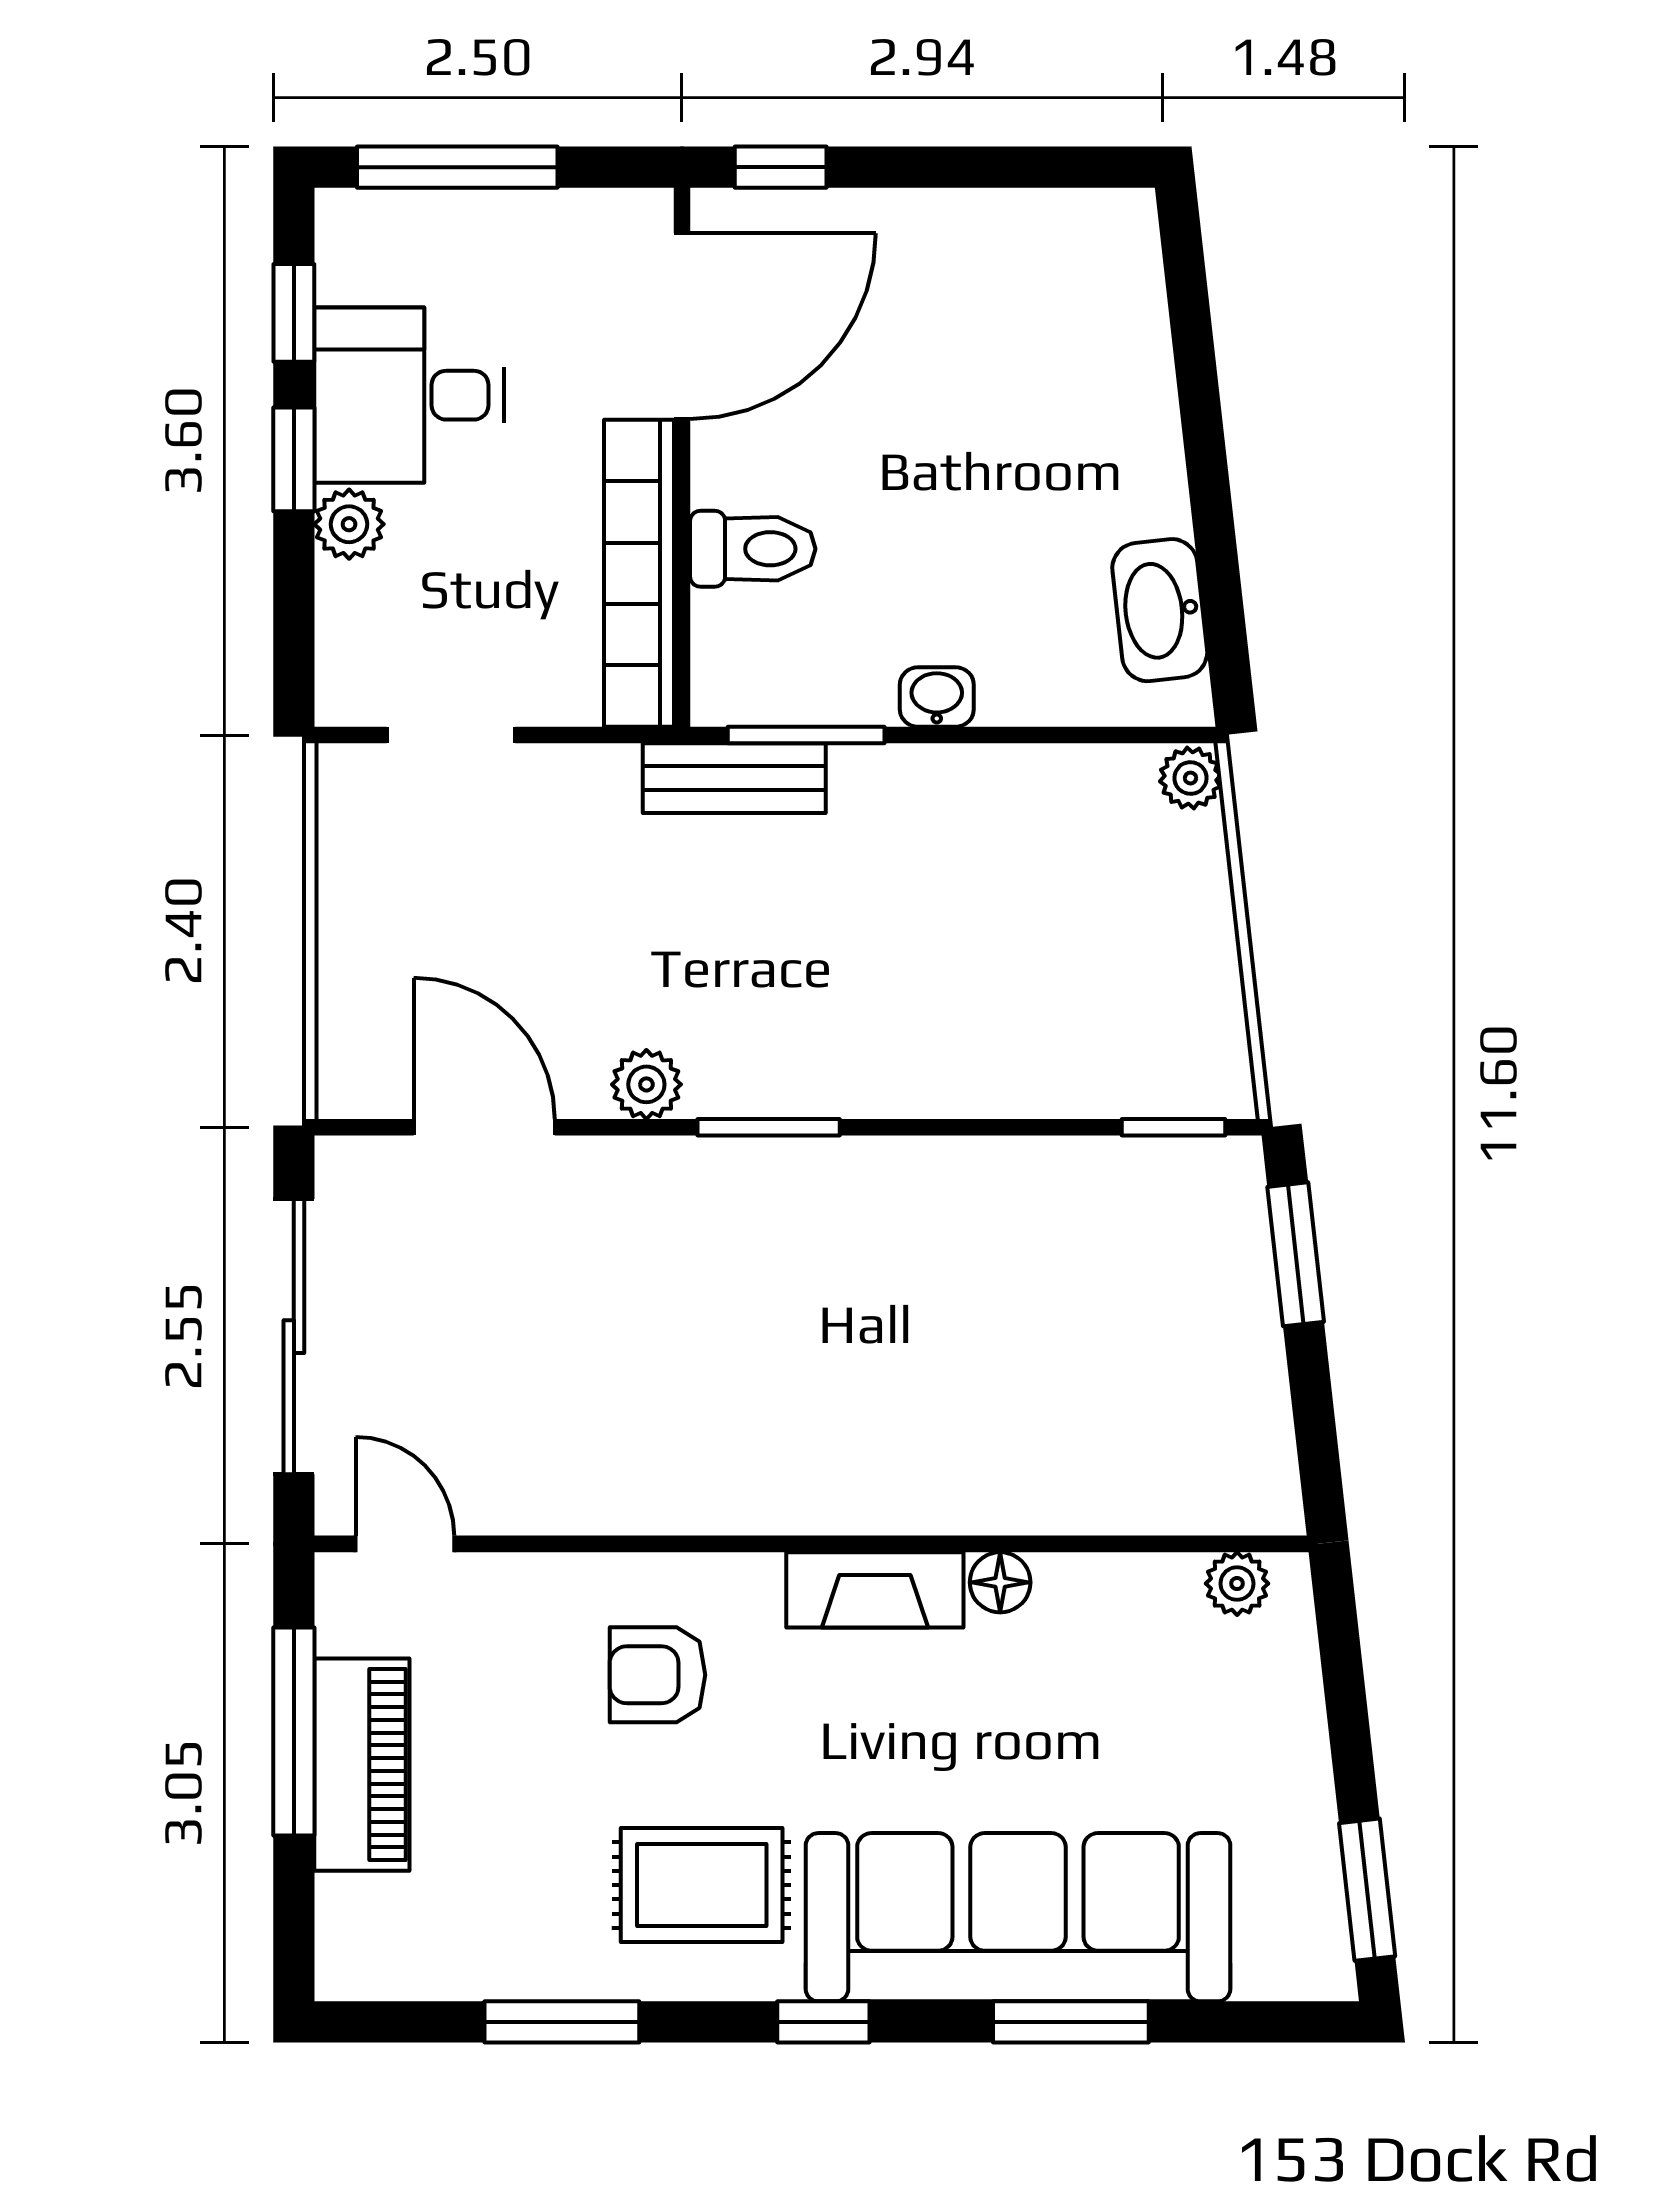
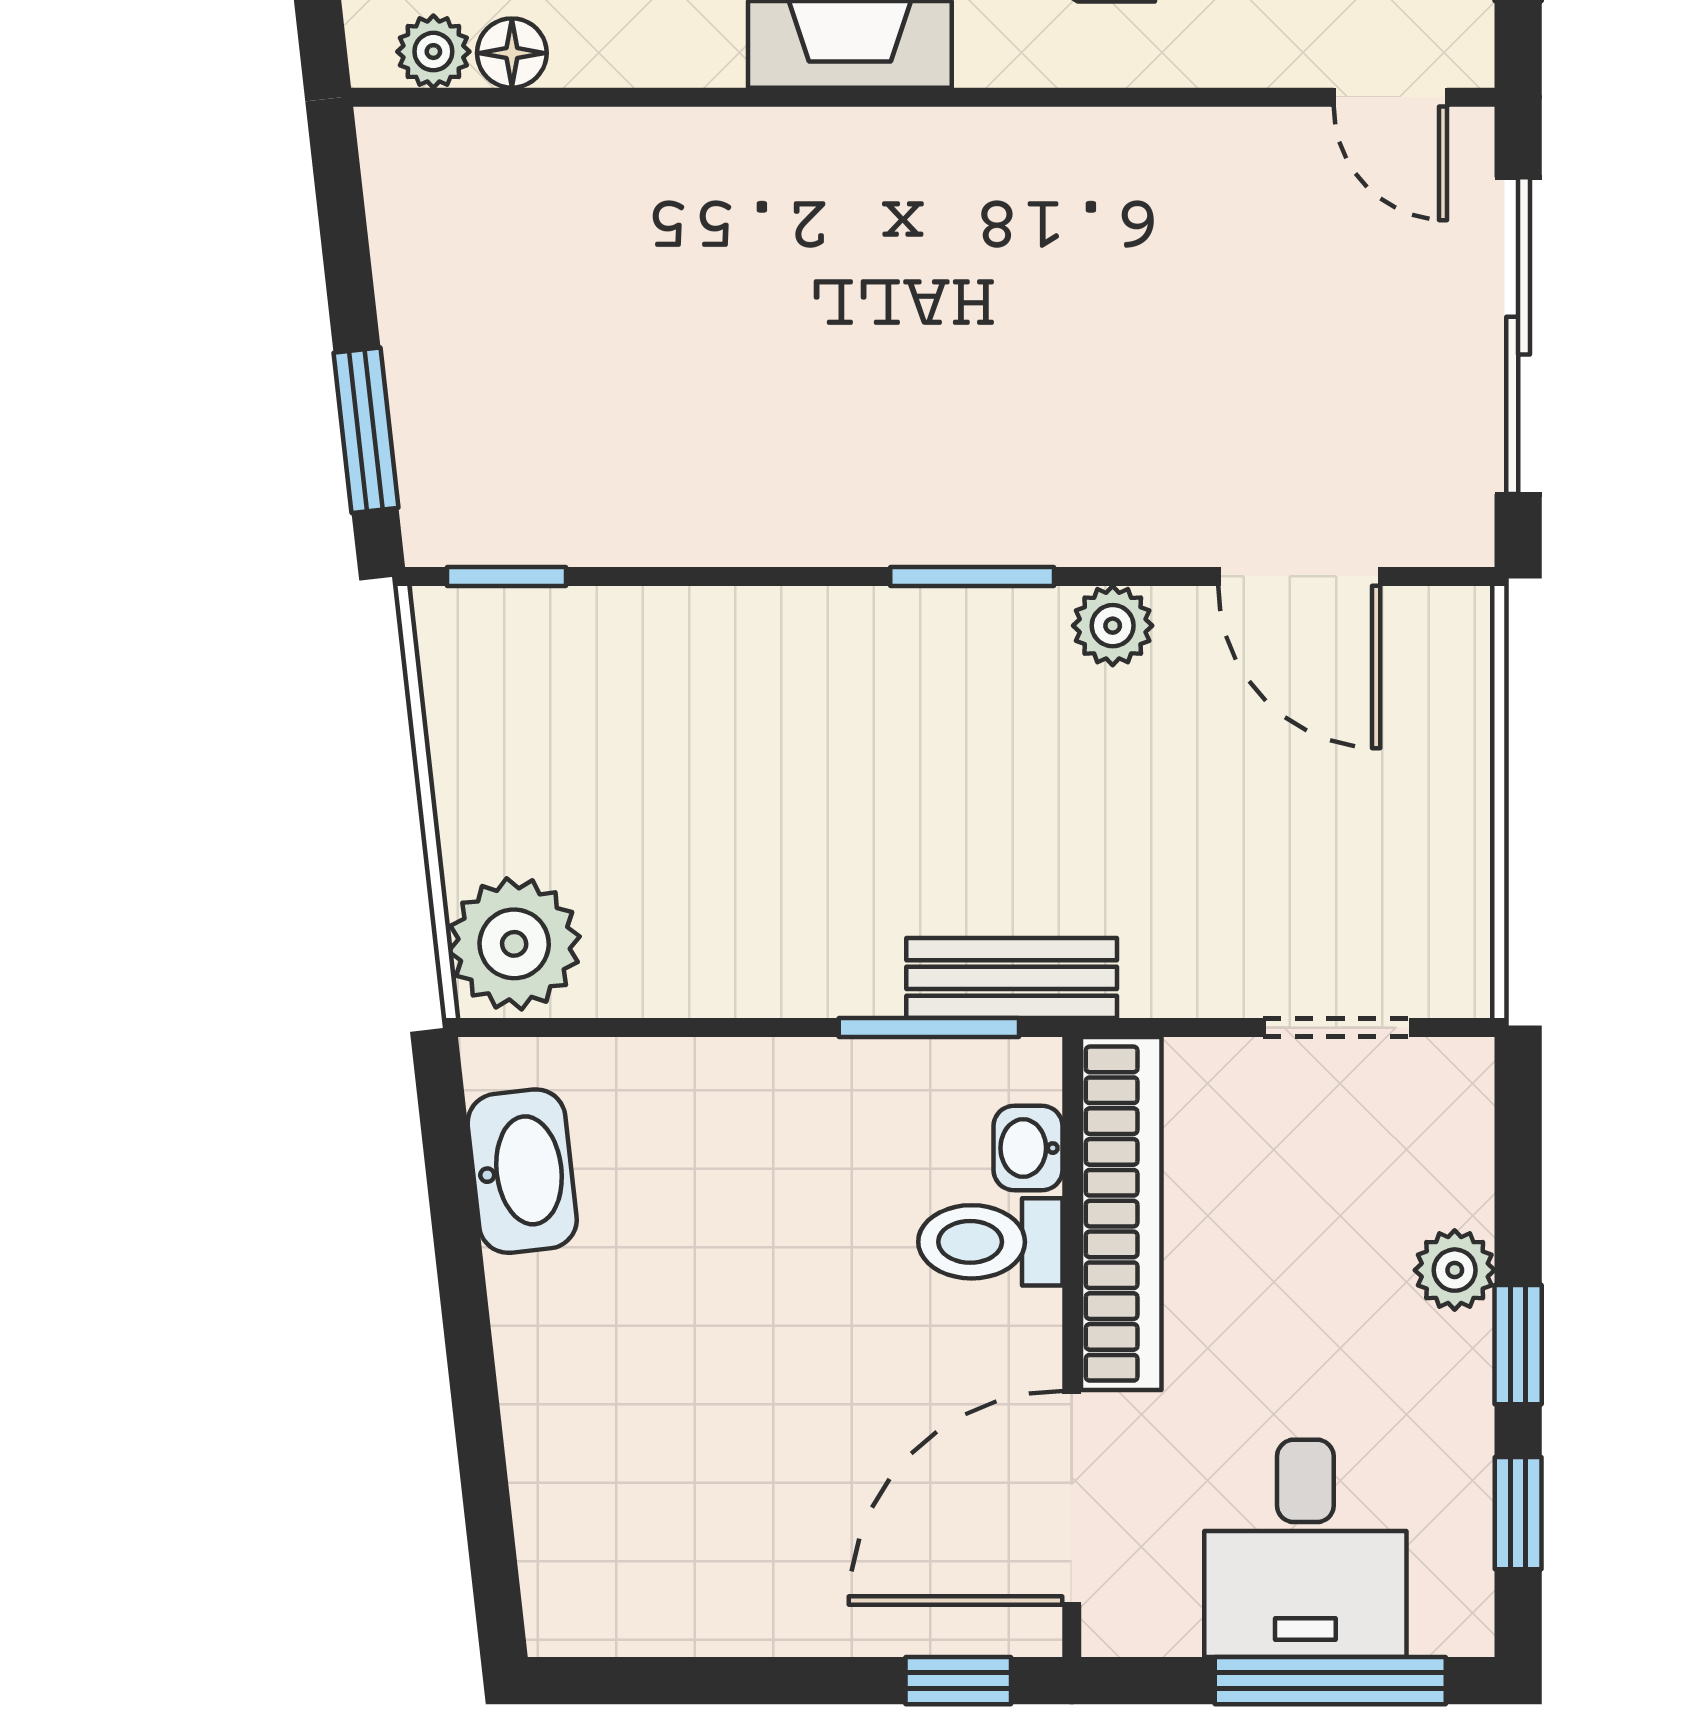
desk: (409, 395) -> (1305, 1548), moved, turned 90
washbasin: (937, 697) -> (1028, 1148), moved, turned 90
plant: (1191, 778) -> (514, 944), width x1.88, depth x1.88
floor lamp: (1000, 1582) -> (512, 53), moved

